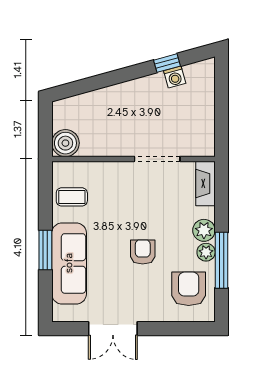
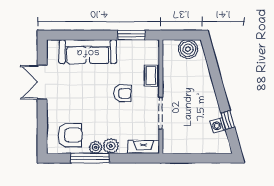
boiler: (65, 143) -> (188, 49), moved
coffee table: (72, 197) -> (151, 76), moved
window: (45, 250) -> (131, 35), moved
armchair: (143, 252) -> (122, 93), moved

